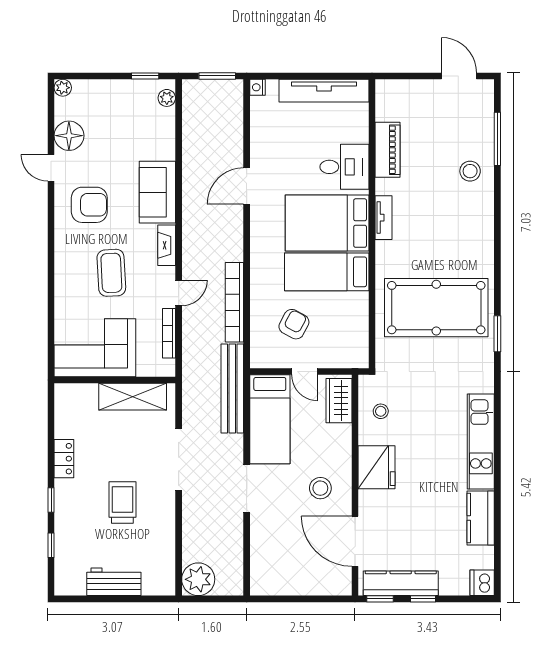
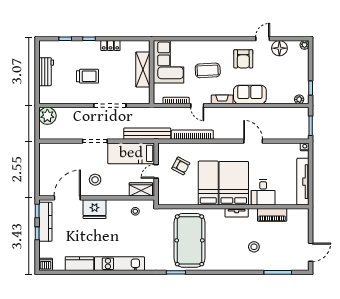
stool: (470, 171) -> (254, 247), moved
shelving: (133, 397) -> (143, 69), moved
fridge: (377, 467) -> (95, 209), moved

